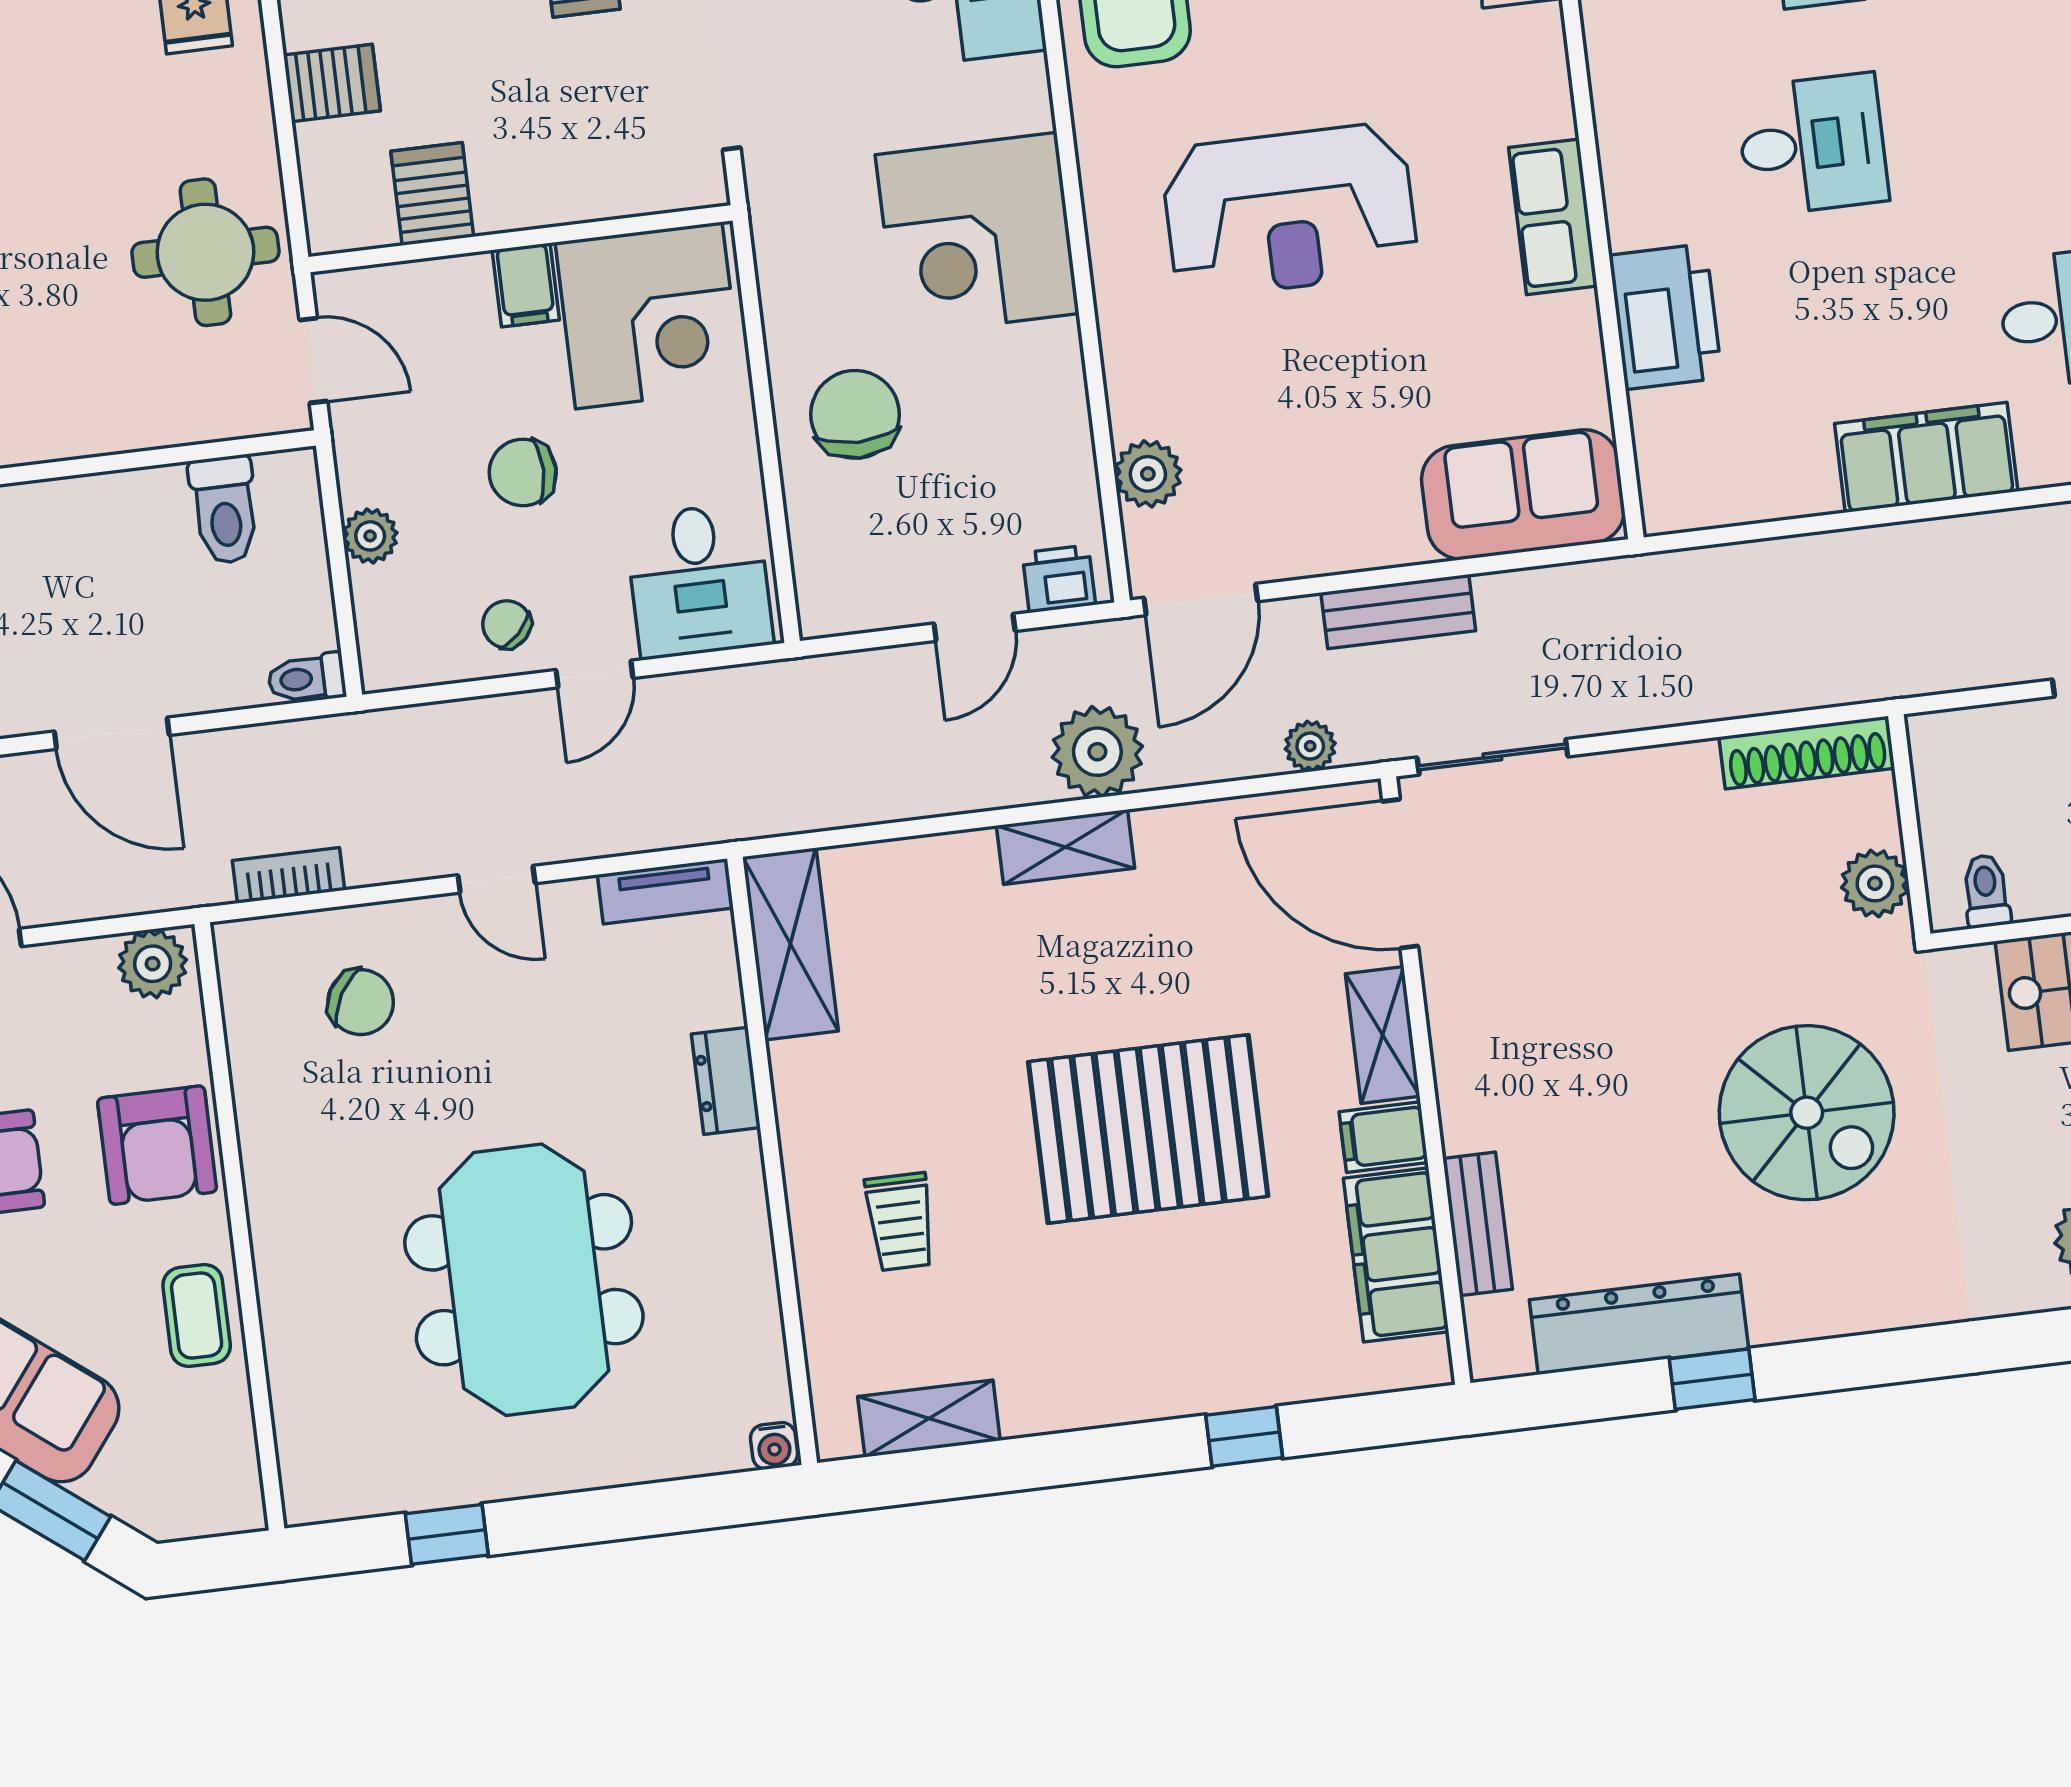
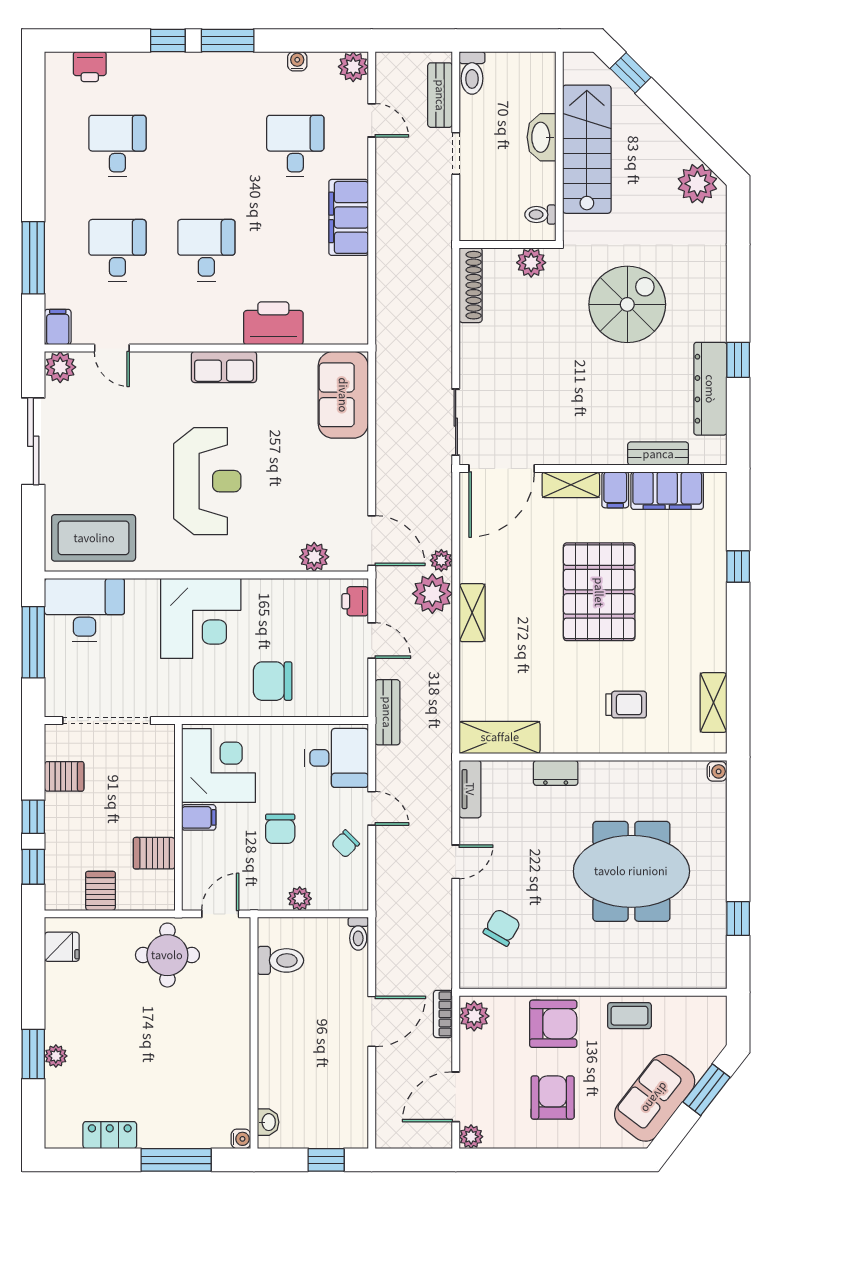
bench: (1398, 612) -> (387, 712), moved
plant: (1310, 746) -> (441, 560), moved
bookcase: (289, 875) -> (443, 1014), moved

